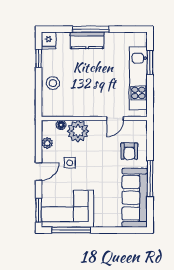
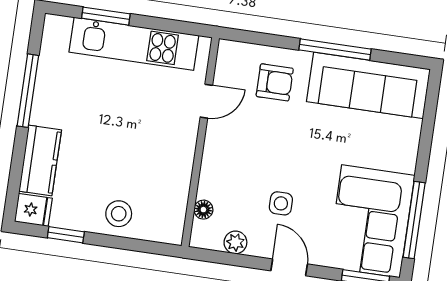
window: (91, 29) -> (28, 91), moved
kitchen counter: (87, 40) -> (40, 160), moved
door: (115, 118) -> (206, 101), hinge flipped
plant: (78, 131) -> (221, 178), removed

